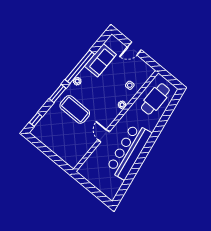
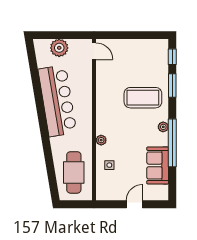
window: (58, 93) -> (172, 86), moved
door: (104, 136) -> (94, 51), moved
plant: (101, 183) -> (59, 48), added

